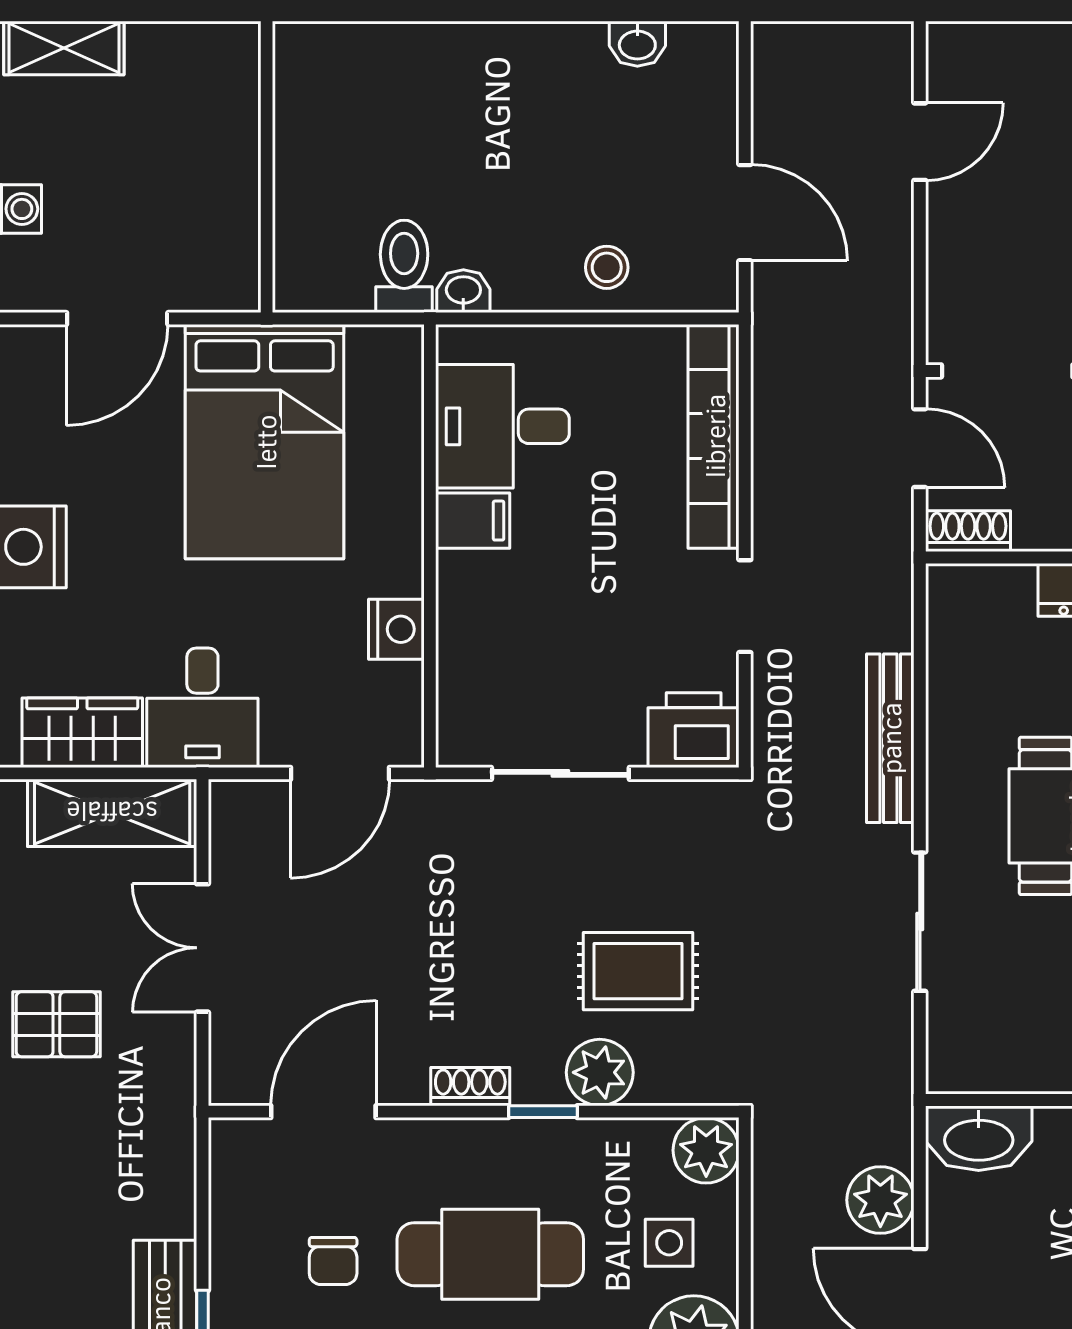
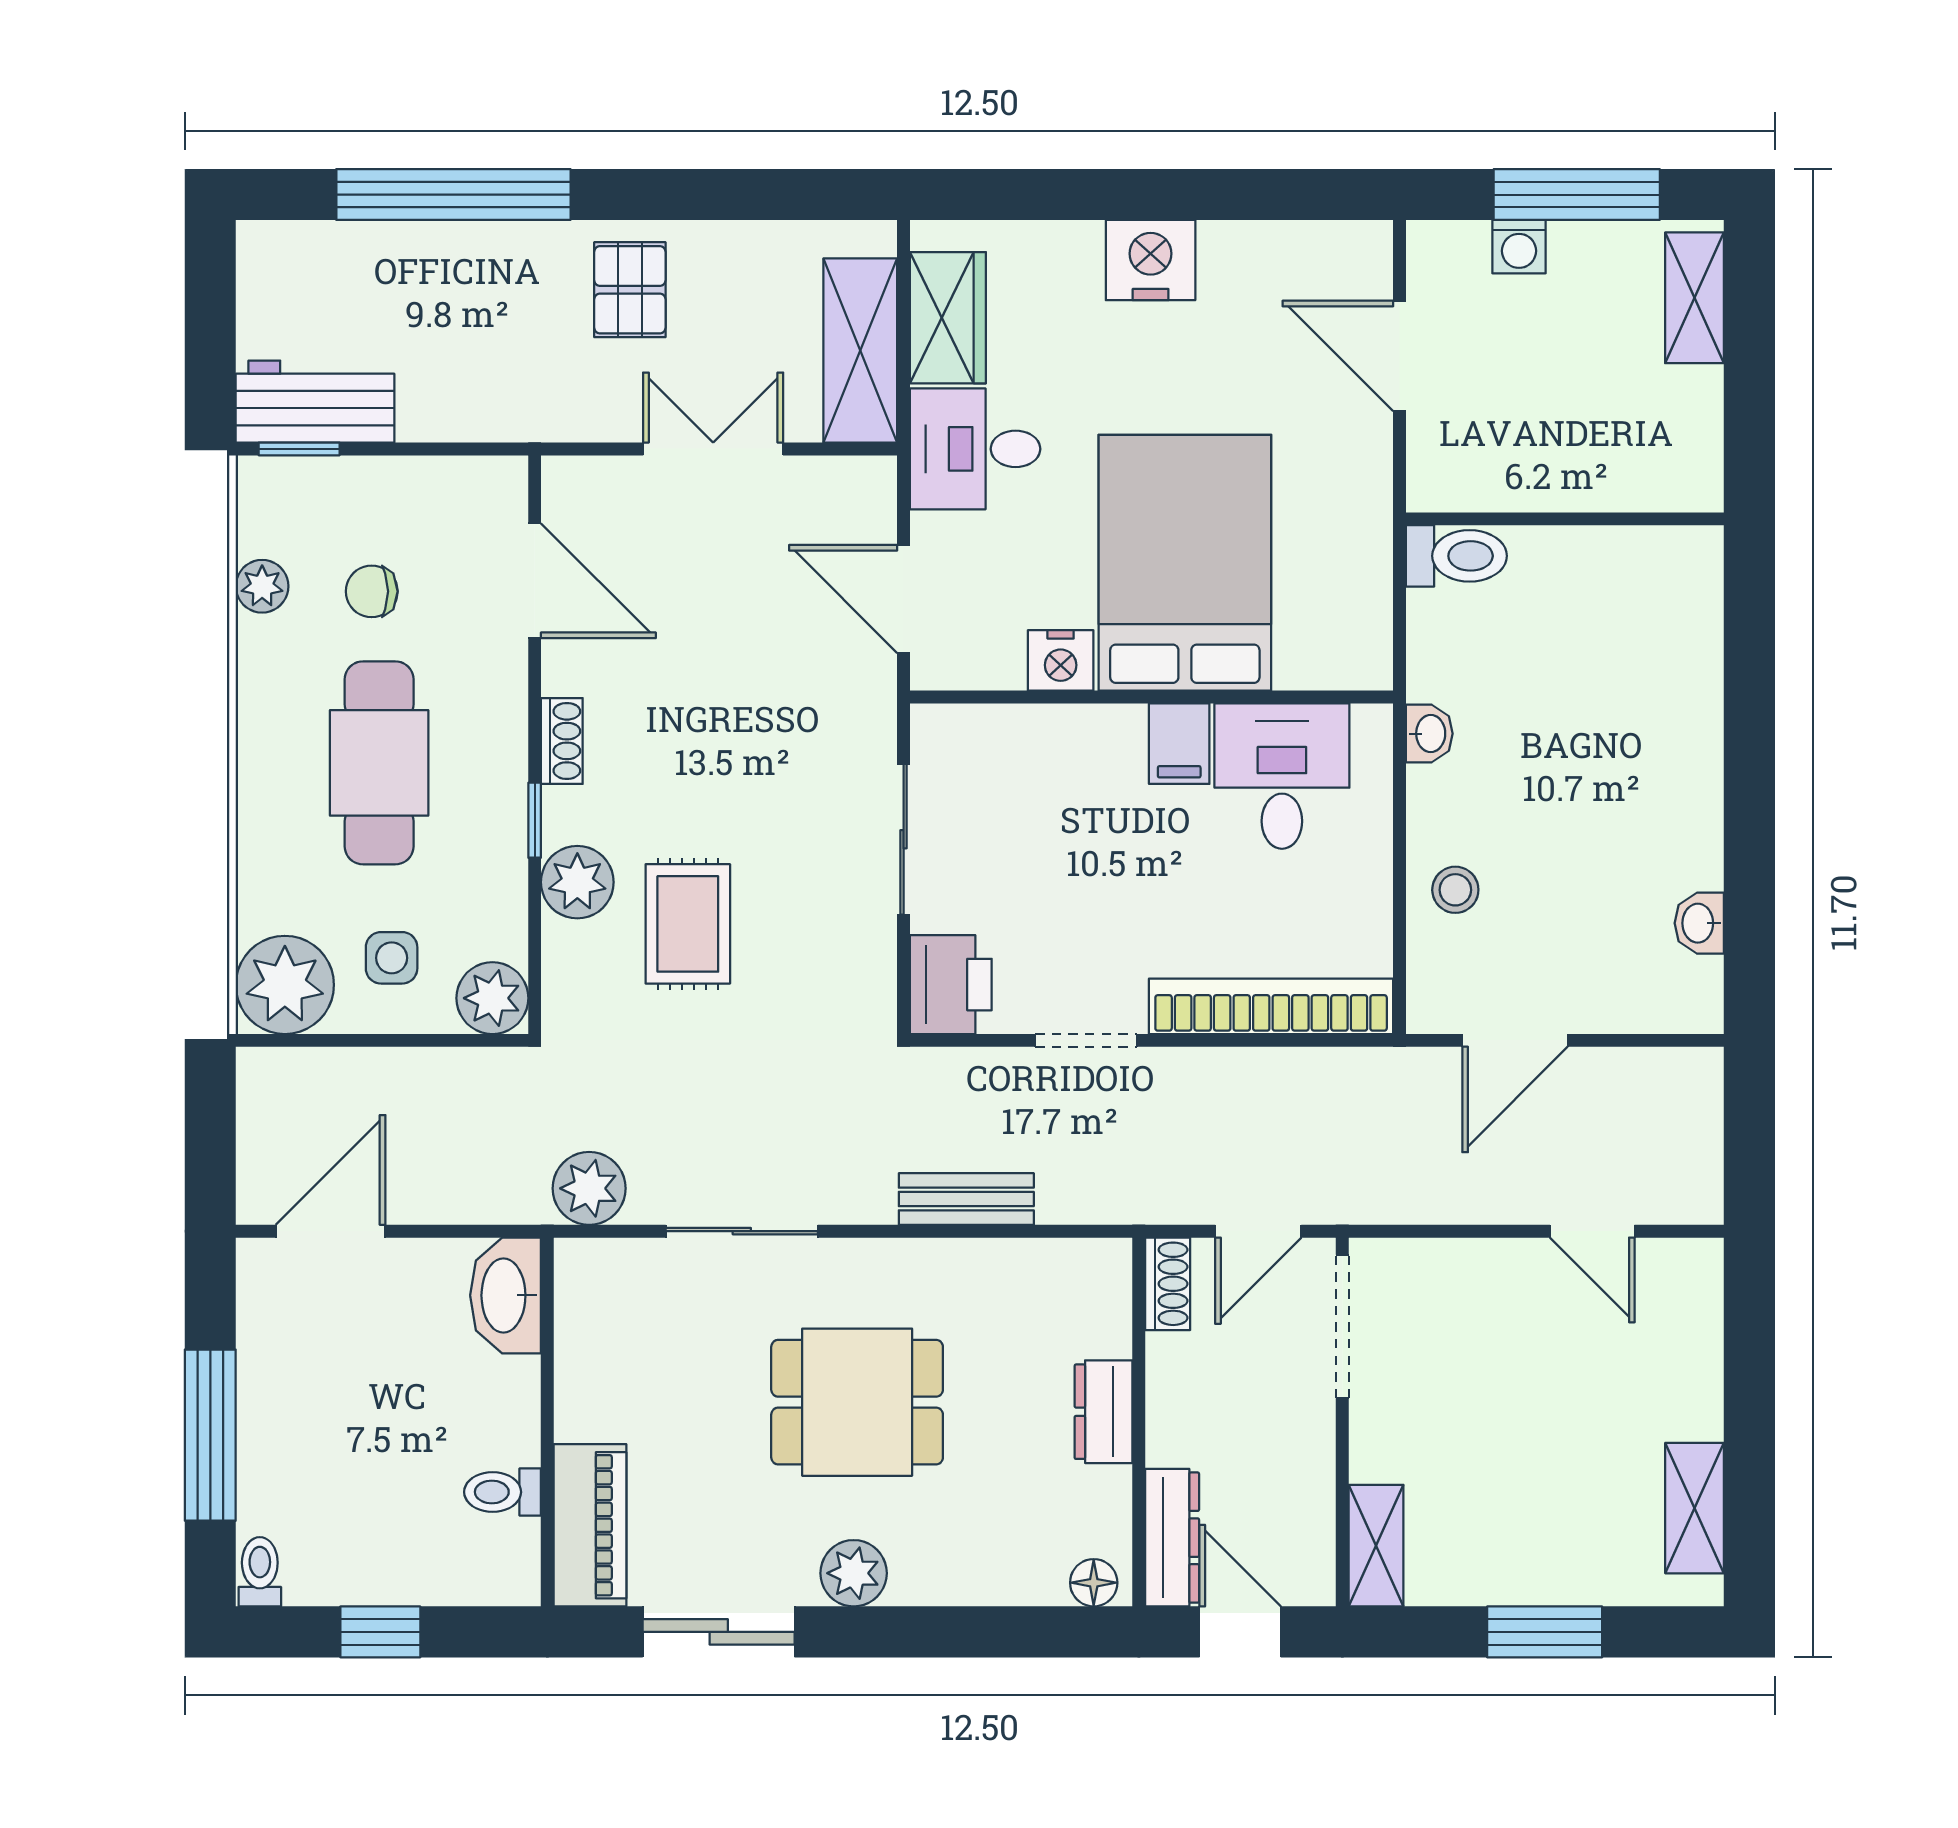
toilet: (404, 266) -> (1456, 556), moved
bed: (265, 442) -> (1185, 563), moved, turned 90
bench: (890, 738) -> (966, 1199), width x0.73
plant: (880, 1200) -> (589, 1188), moved

